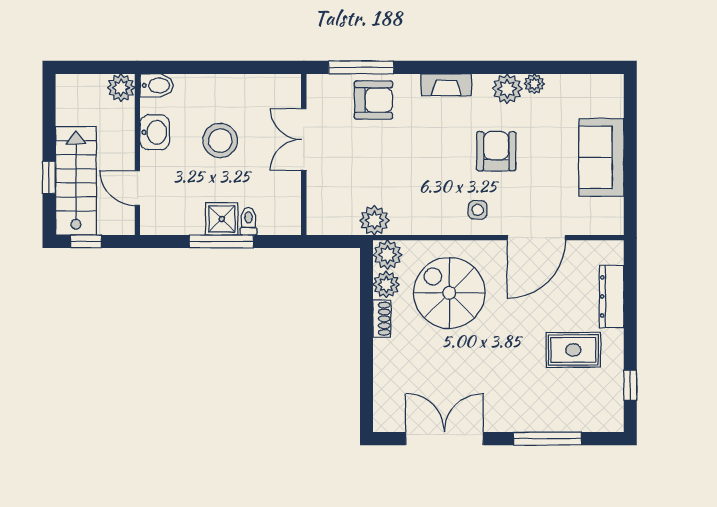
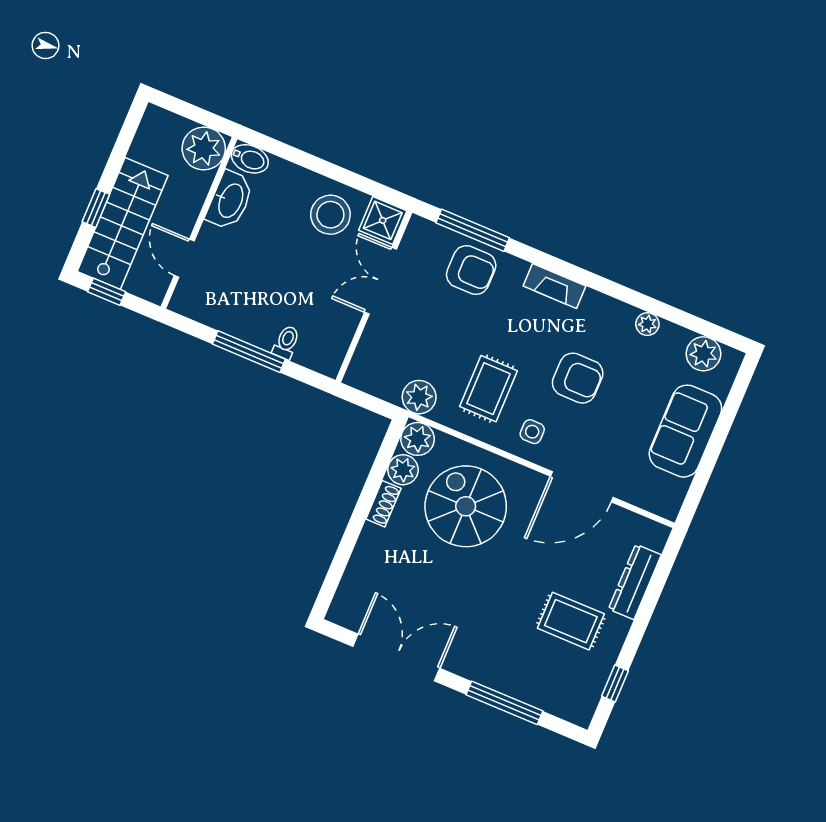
plant: (121, 88) -> (204, 149), width x1.36, depth x1.36
plant: (507, 89) -> (703, 354), moved
washbasin: (155, 132) -> (230, 200), width x1.38
stool: (220, 140) -> (330, 215), moved
armchair: (496, 151) -> (578, 378), turned 90
rug: (428, 190) -> (488, 389), added
shower: (222, 219) -> (383, 220), moved

